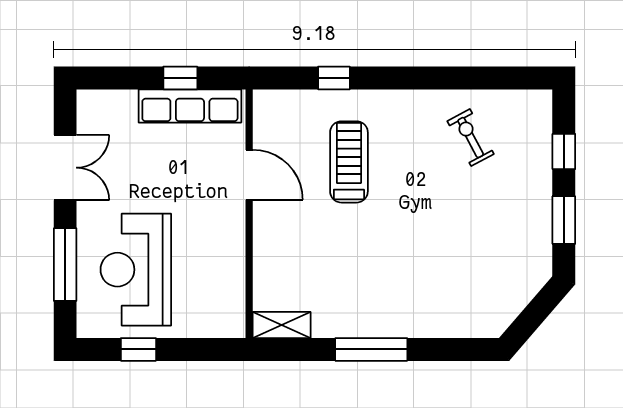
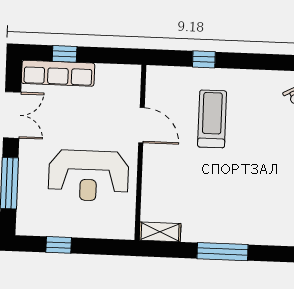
window: (180, 78) -> (65, 54), moved
row of seats: (190, 106) -> (58, 73), moved
reception desk: (136, 270) -> (88, 176), moved, turned -90

